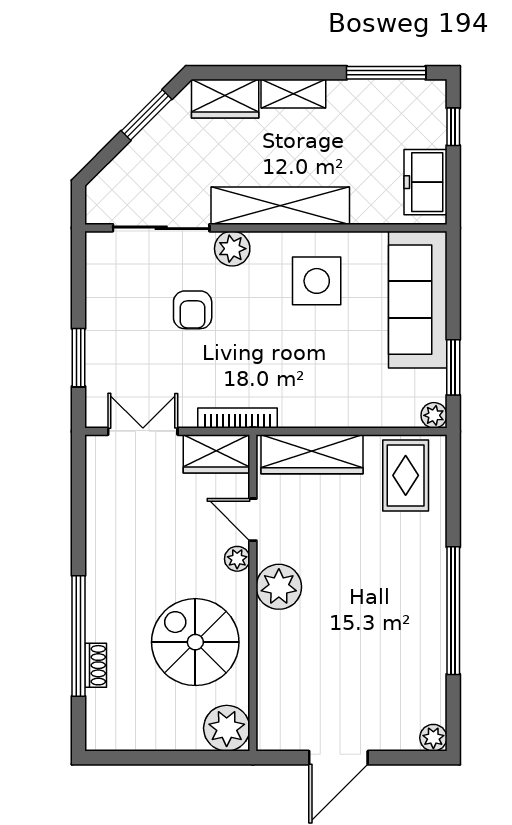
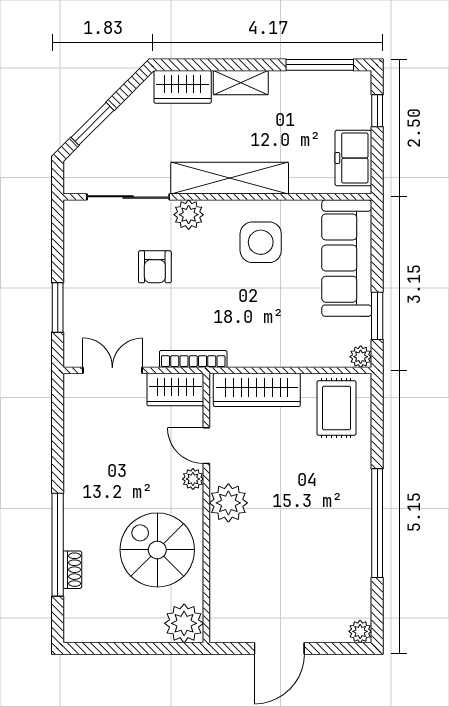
window: (146, 115) -> (93, 124), moved

